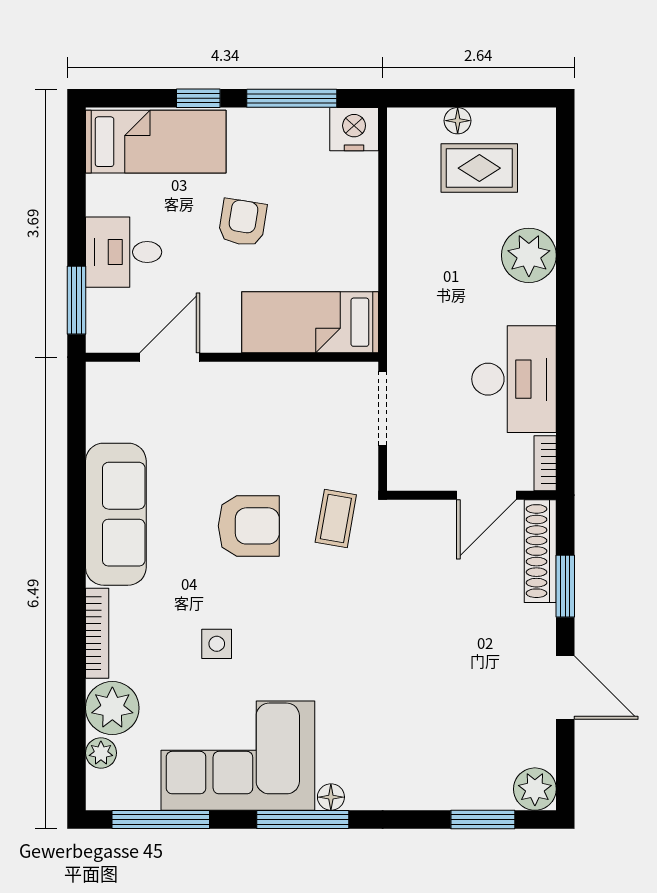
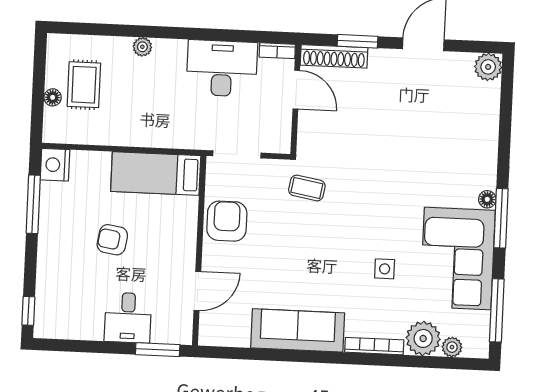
window: (198, 98) -> (28, 311), moved
bed: (156, 142) -> (57, 294), removed
plant: (529, 255) -> (142, 47), width x0.53, depth x0.53
bed: (310, 322) -> (156, 173), moved, turned 90
door: (170, 357) -> (197, 291), swing flipped
armchair: (249, 526) -> (227, 221), moved
window: (483, 819) -> (506, 102), removed

